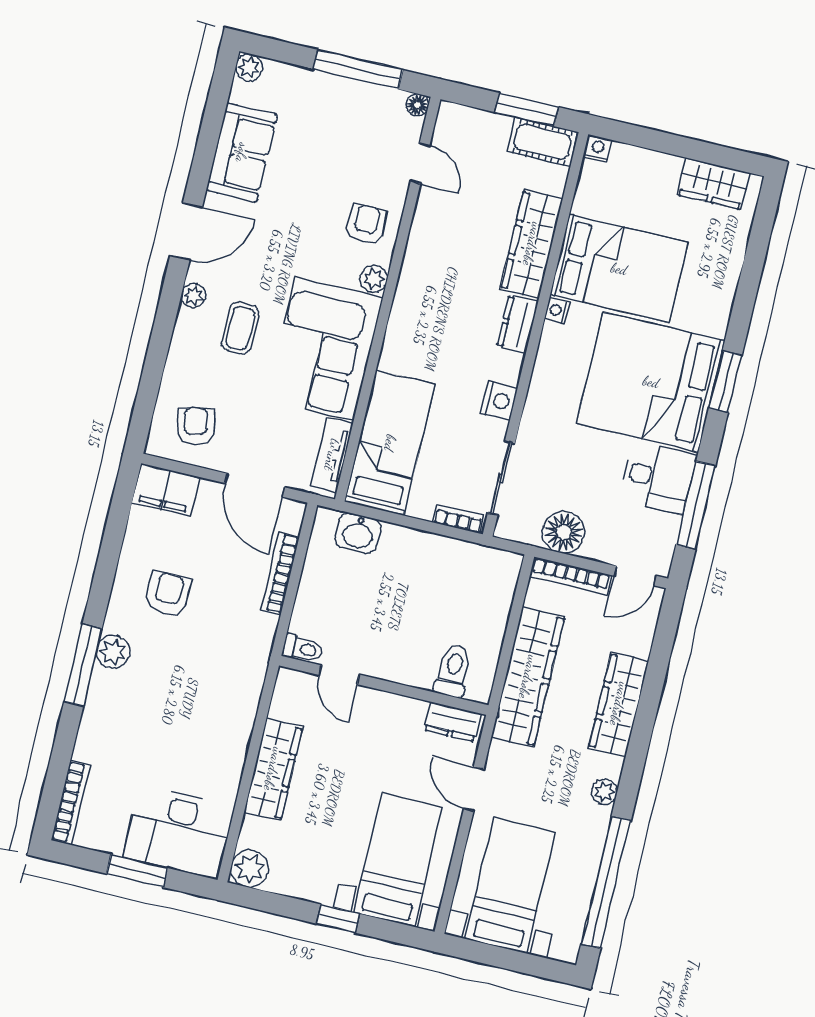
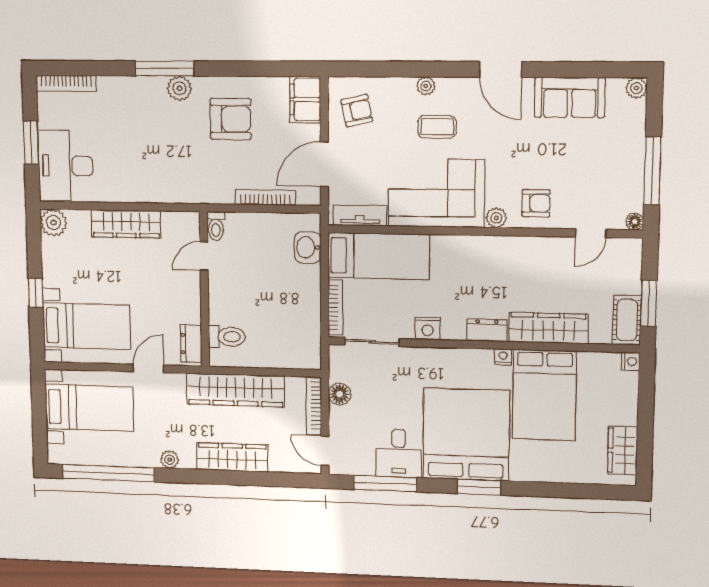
plant: (193, 296) -> (426, 86), moved
bookcase: (458, 519) -> (335, 307), width x1.56
floor lamp: (564, 532) -> (340, 394), width x0.73, depth x0.73
armchair: (168, 594) -> (231, 119), width x1.38, depth x1.38

